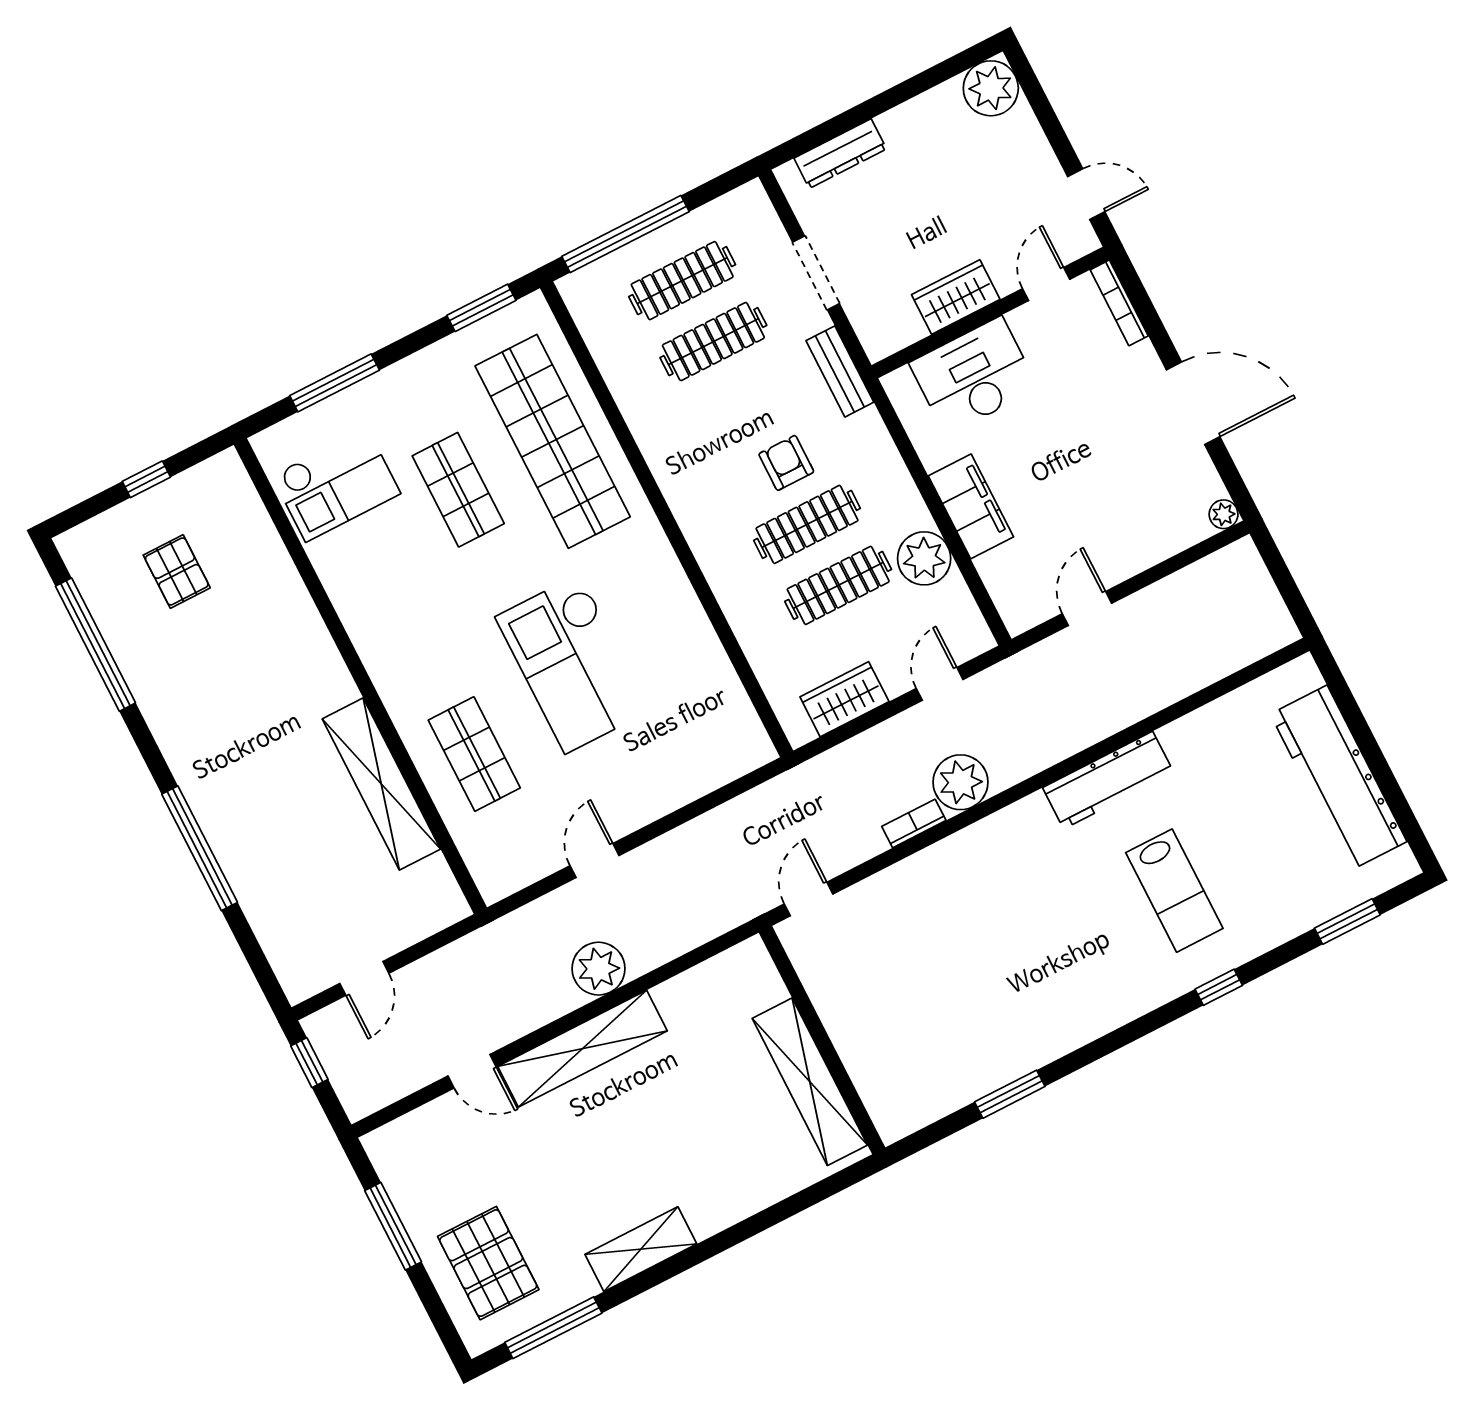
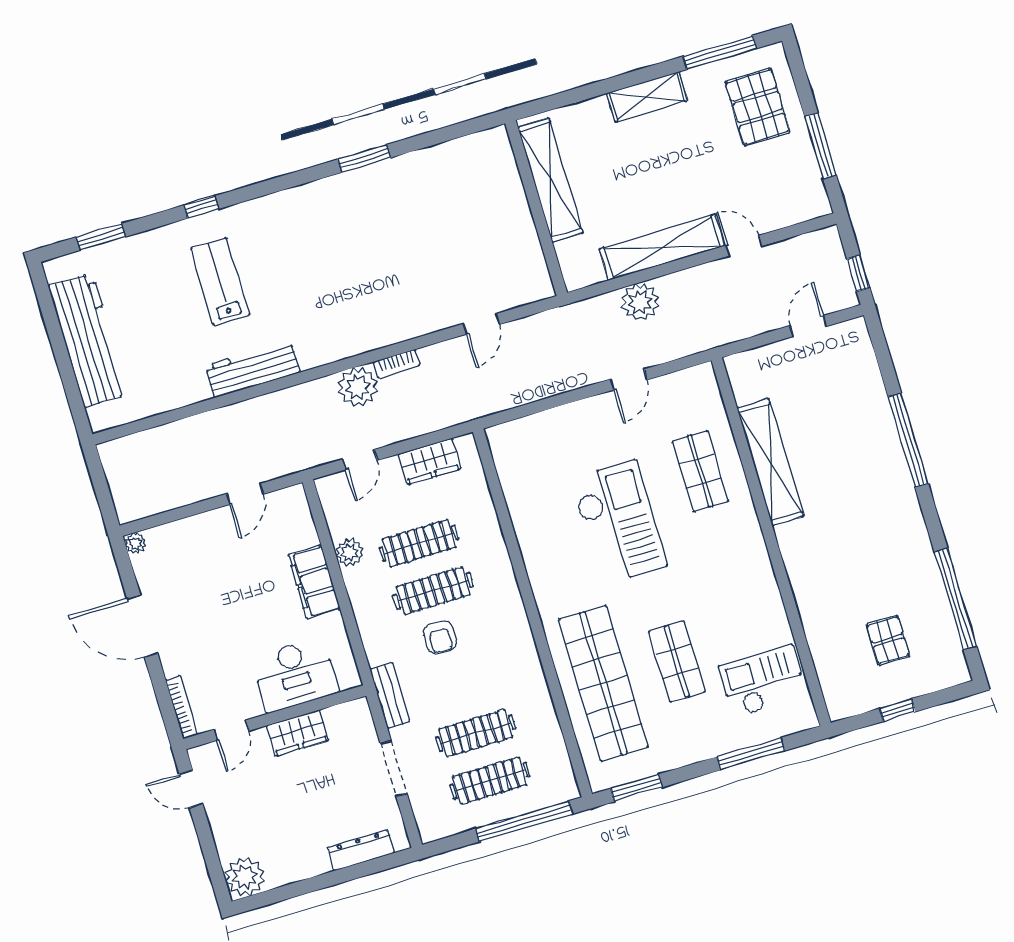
plant: (924, 558) -> (349, 552), width x0.73, depth x0.73
wall: (822, 1040) -> (536, 208), moved
shelving: (810, 1082) -> (550, 180), moved

